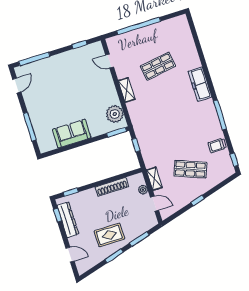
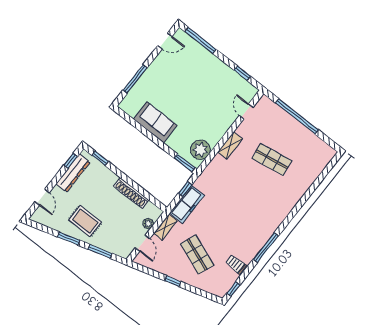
freezer: (200, 84) -> (187, 204), moved, turned 180

